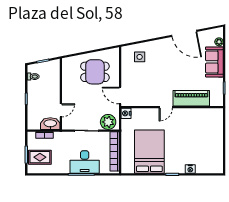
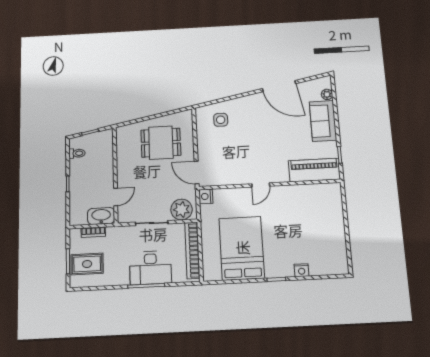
piano: (191, 98) -> (314, 170), moved

